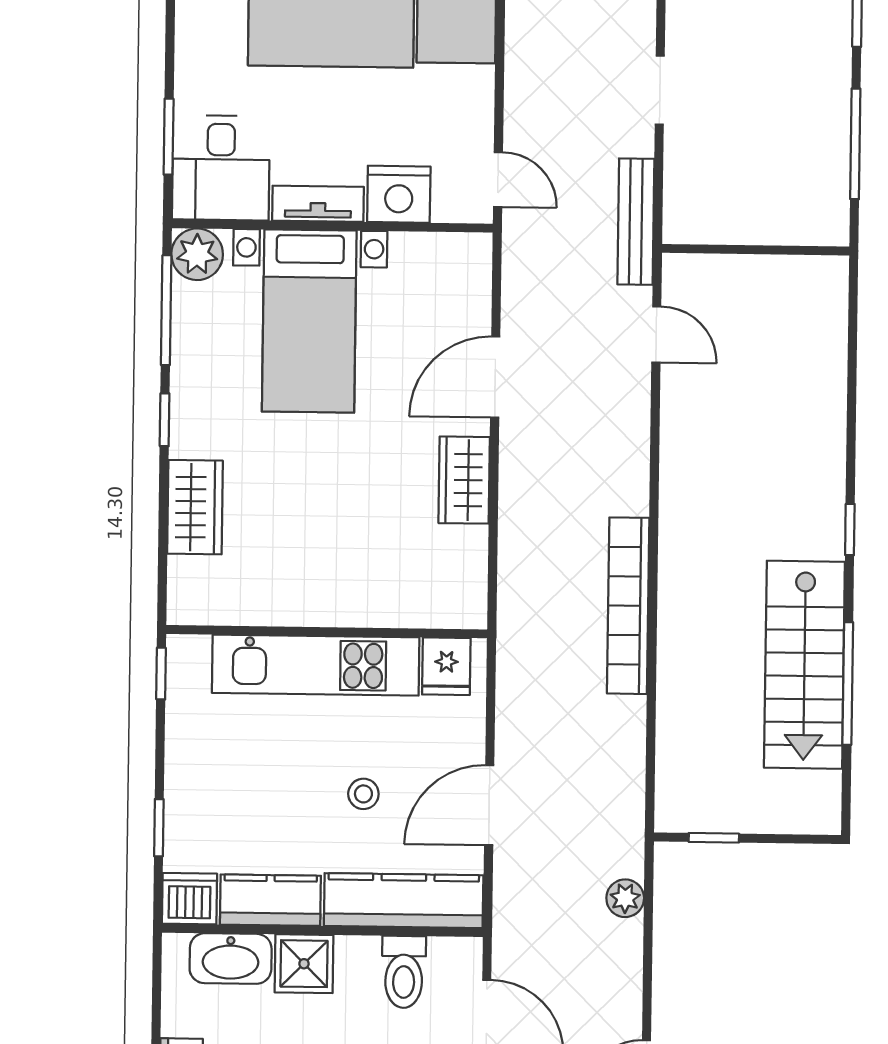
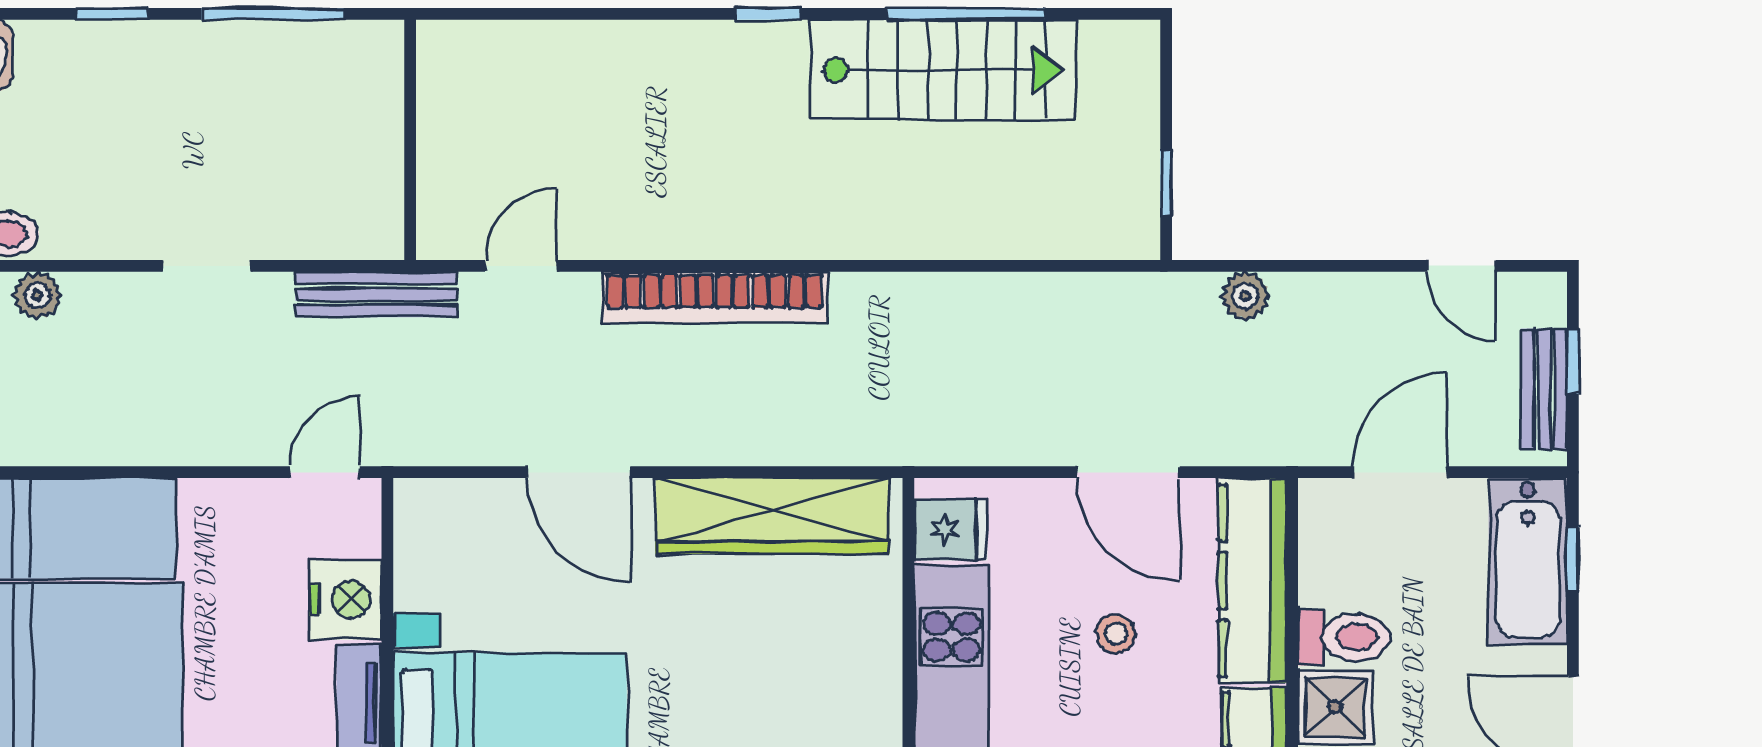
wardrobe: (464, 480) -> (772, 516), width x2.10, depth x1.17
bookcase: (628, 606) -> (715, 297), moved
toilet: (404, 972) -> (1344, 637), moved

